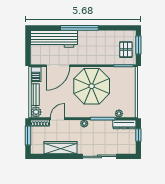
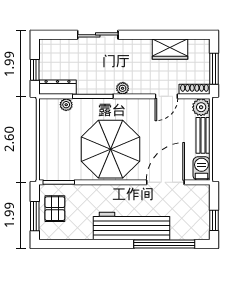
window: (79, 28) -> (164, 244), moved
workbench: (54, 39) -> (131, 226), moved
window: (28, 42) -> (214, 220), added
wardrobe: (60, 148) -> (170, 49), width x0.67
sliding door: (99, 156) -> (98, 35), width x0.73

